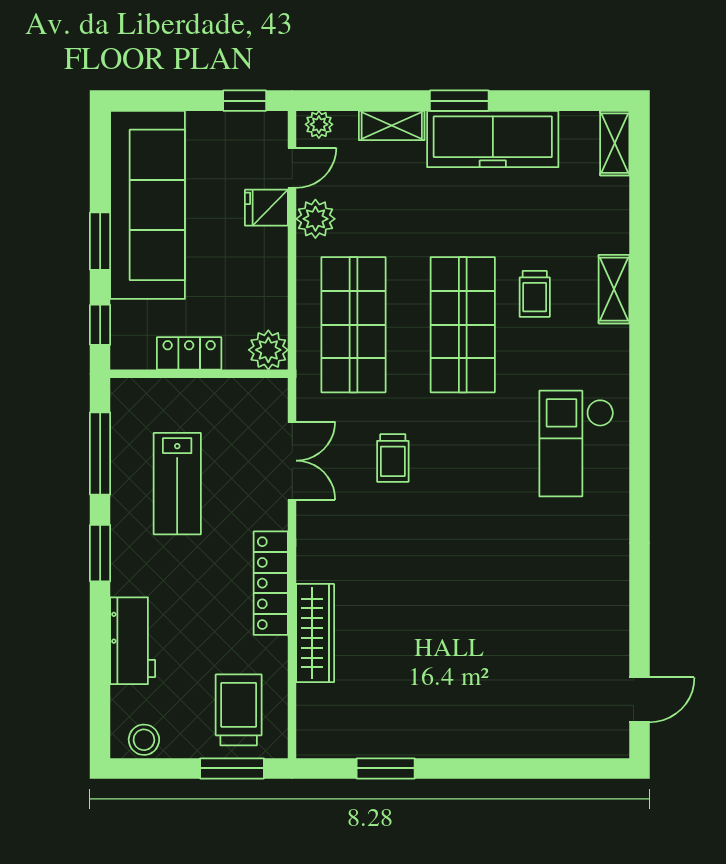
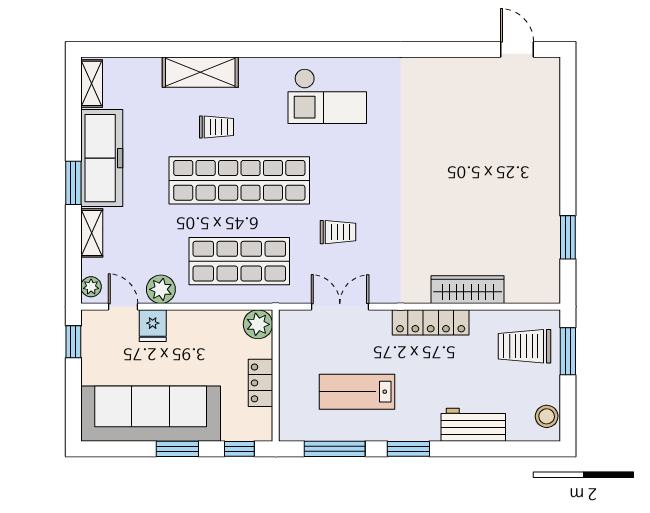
shelving: (615, 143) -> (92, 83), moved, turned 90
shelving: (614, 289) -> (200, 72), width x1.50, depth x1.33
shop shelf: (463, 325) -> (239, 180), width x1.40
lab bench: (177, 484) -> (357, 392), turned 180

